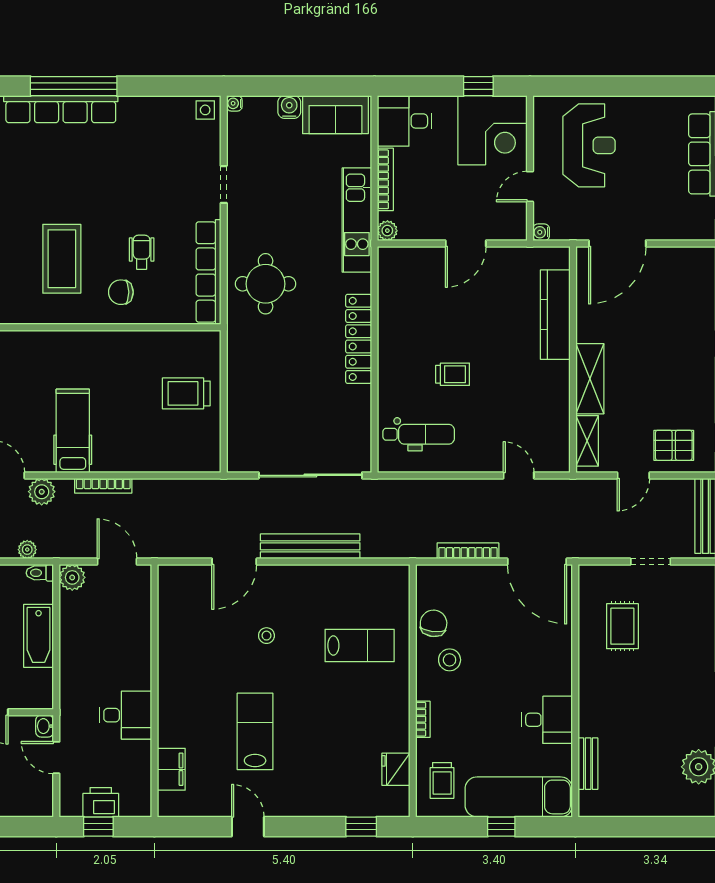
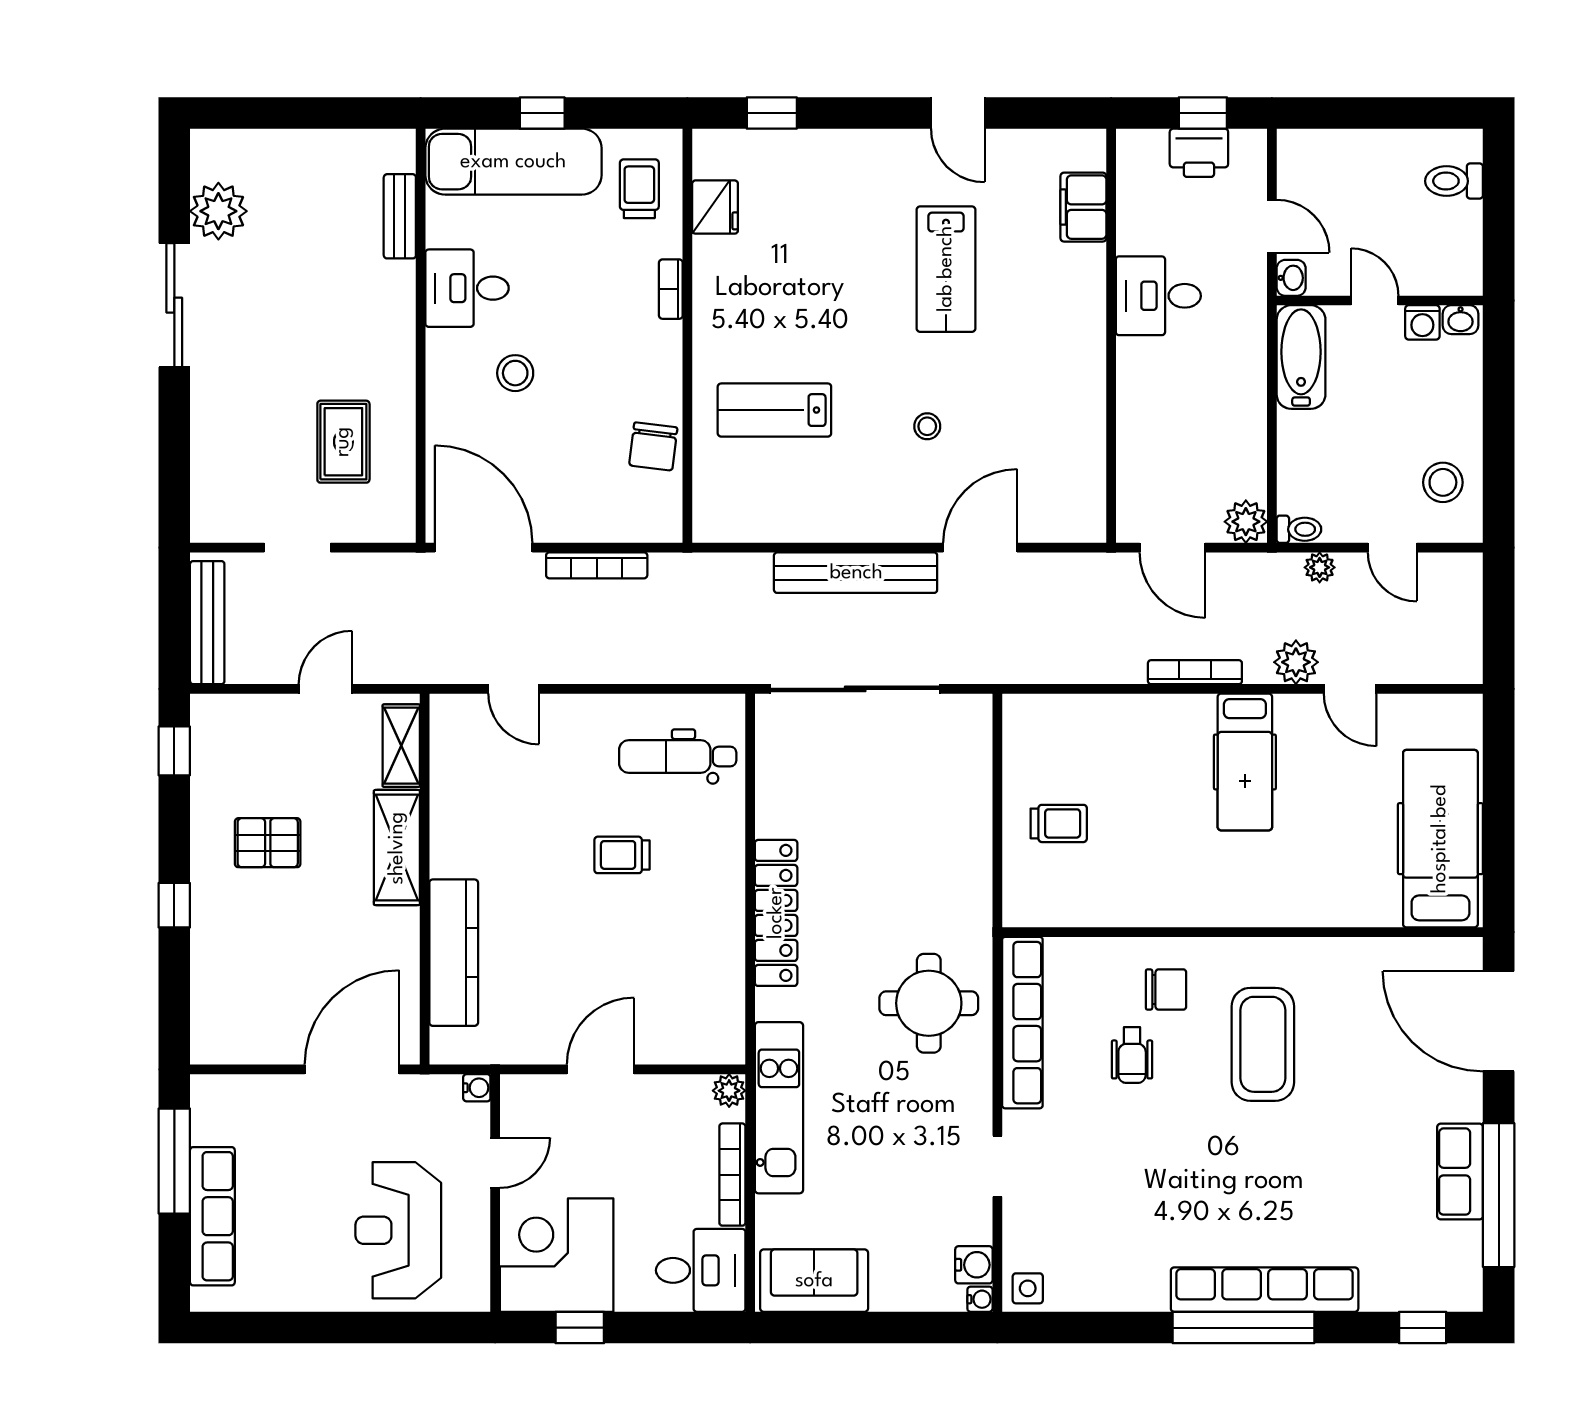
water cooler: (289, 107) -> (974, 1265), moved, turned -90
trolley: (186, 393) -> (1059, 823), width x0.73, depth x0.72
pallet: (674, 445) -> (268, 843), moved
bathtub: (39, 636) -> (1301, 357), moved
stool: (450, 660) -> (515, 373), moved

